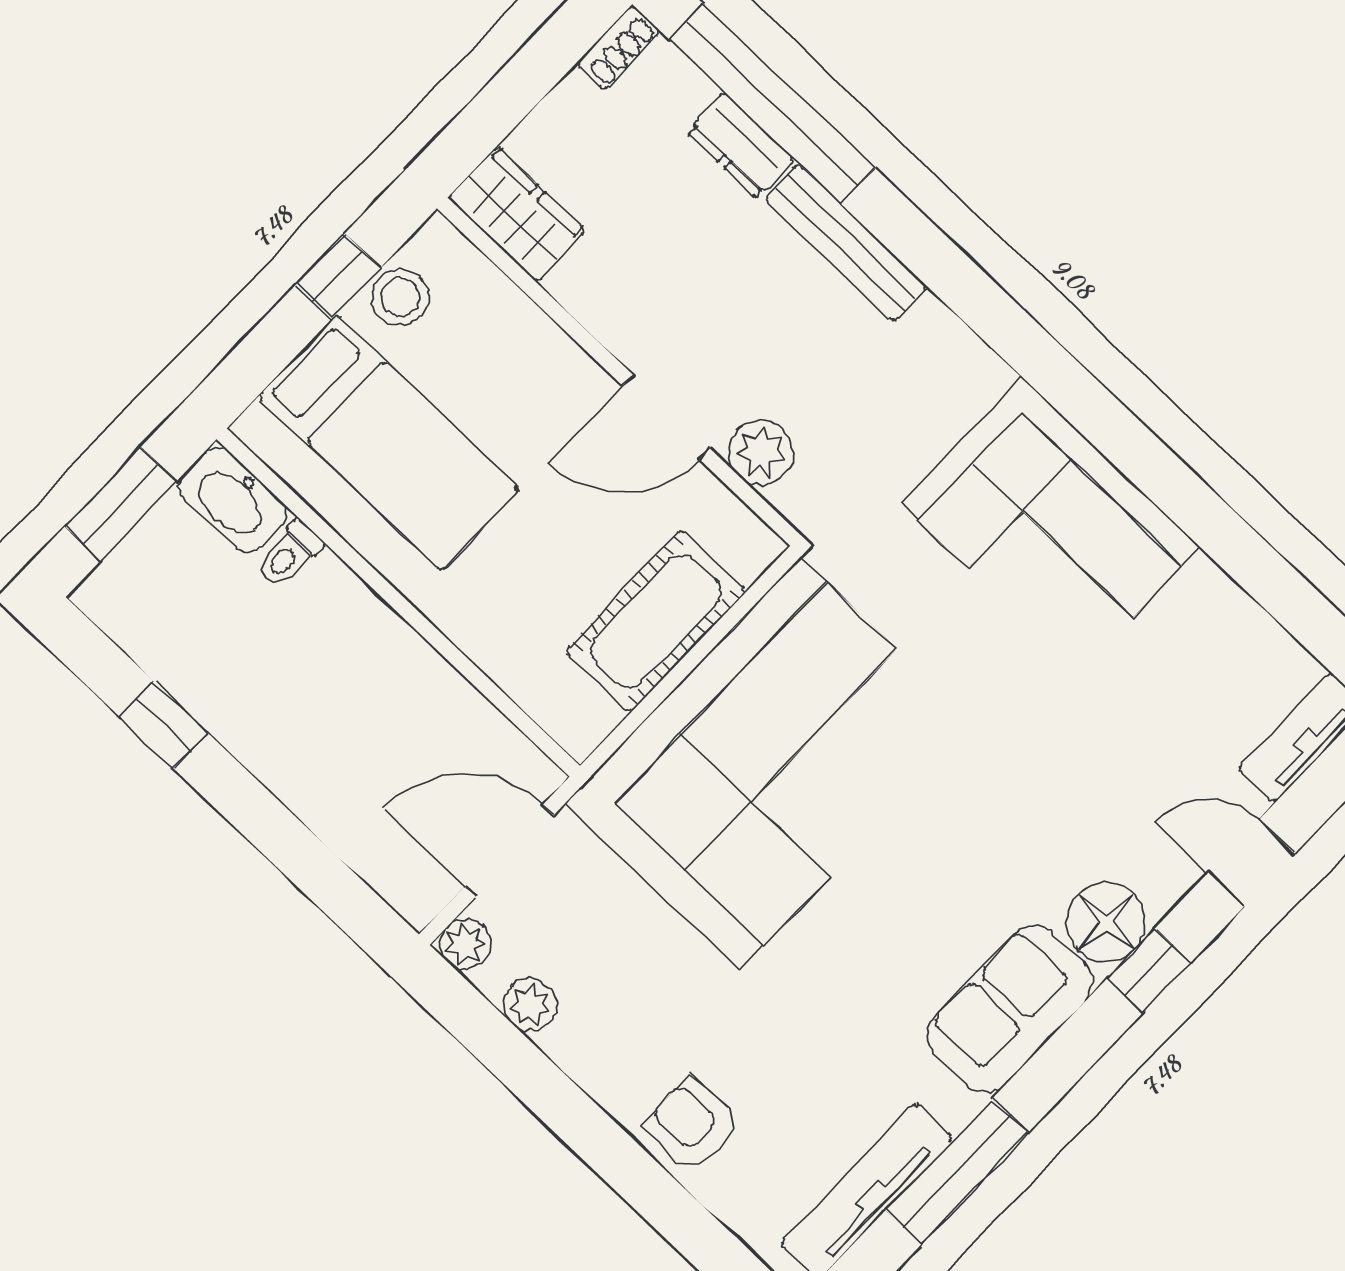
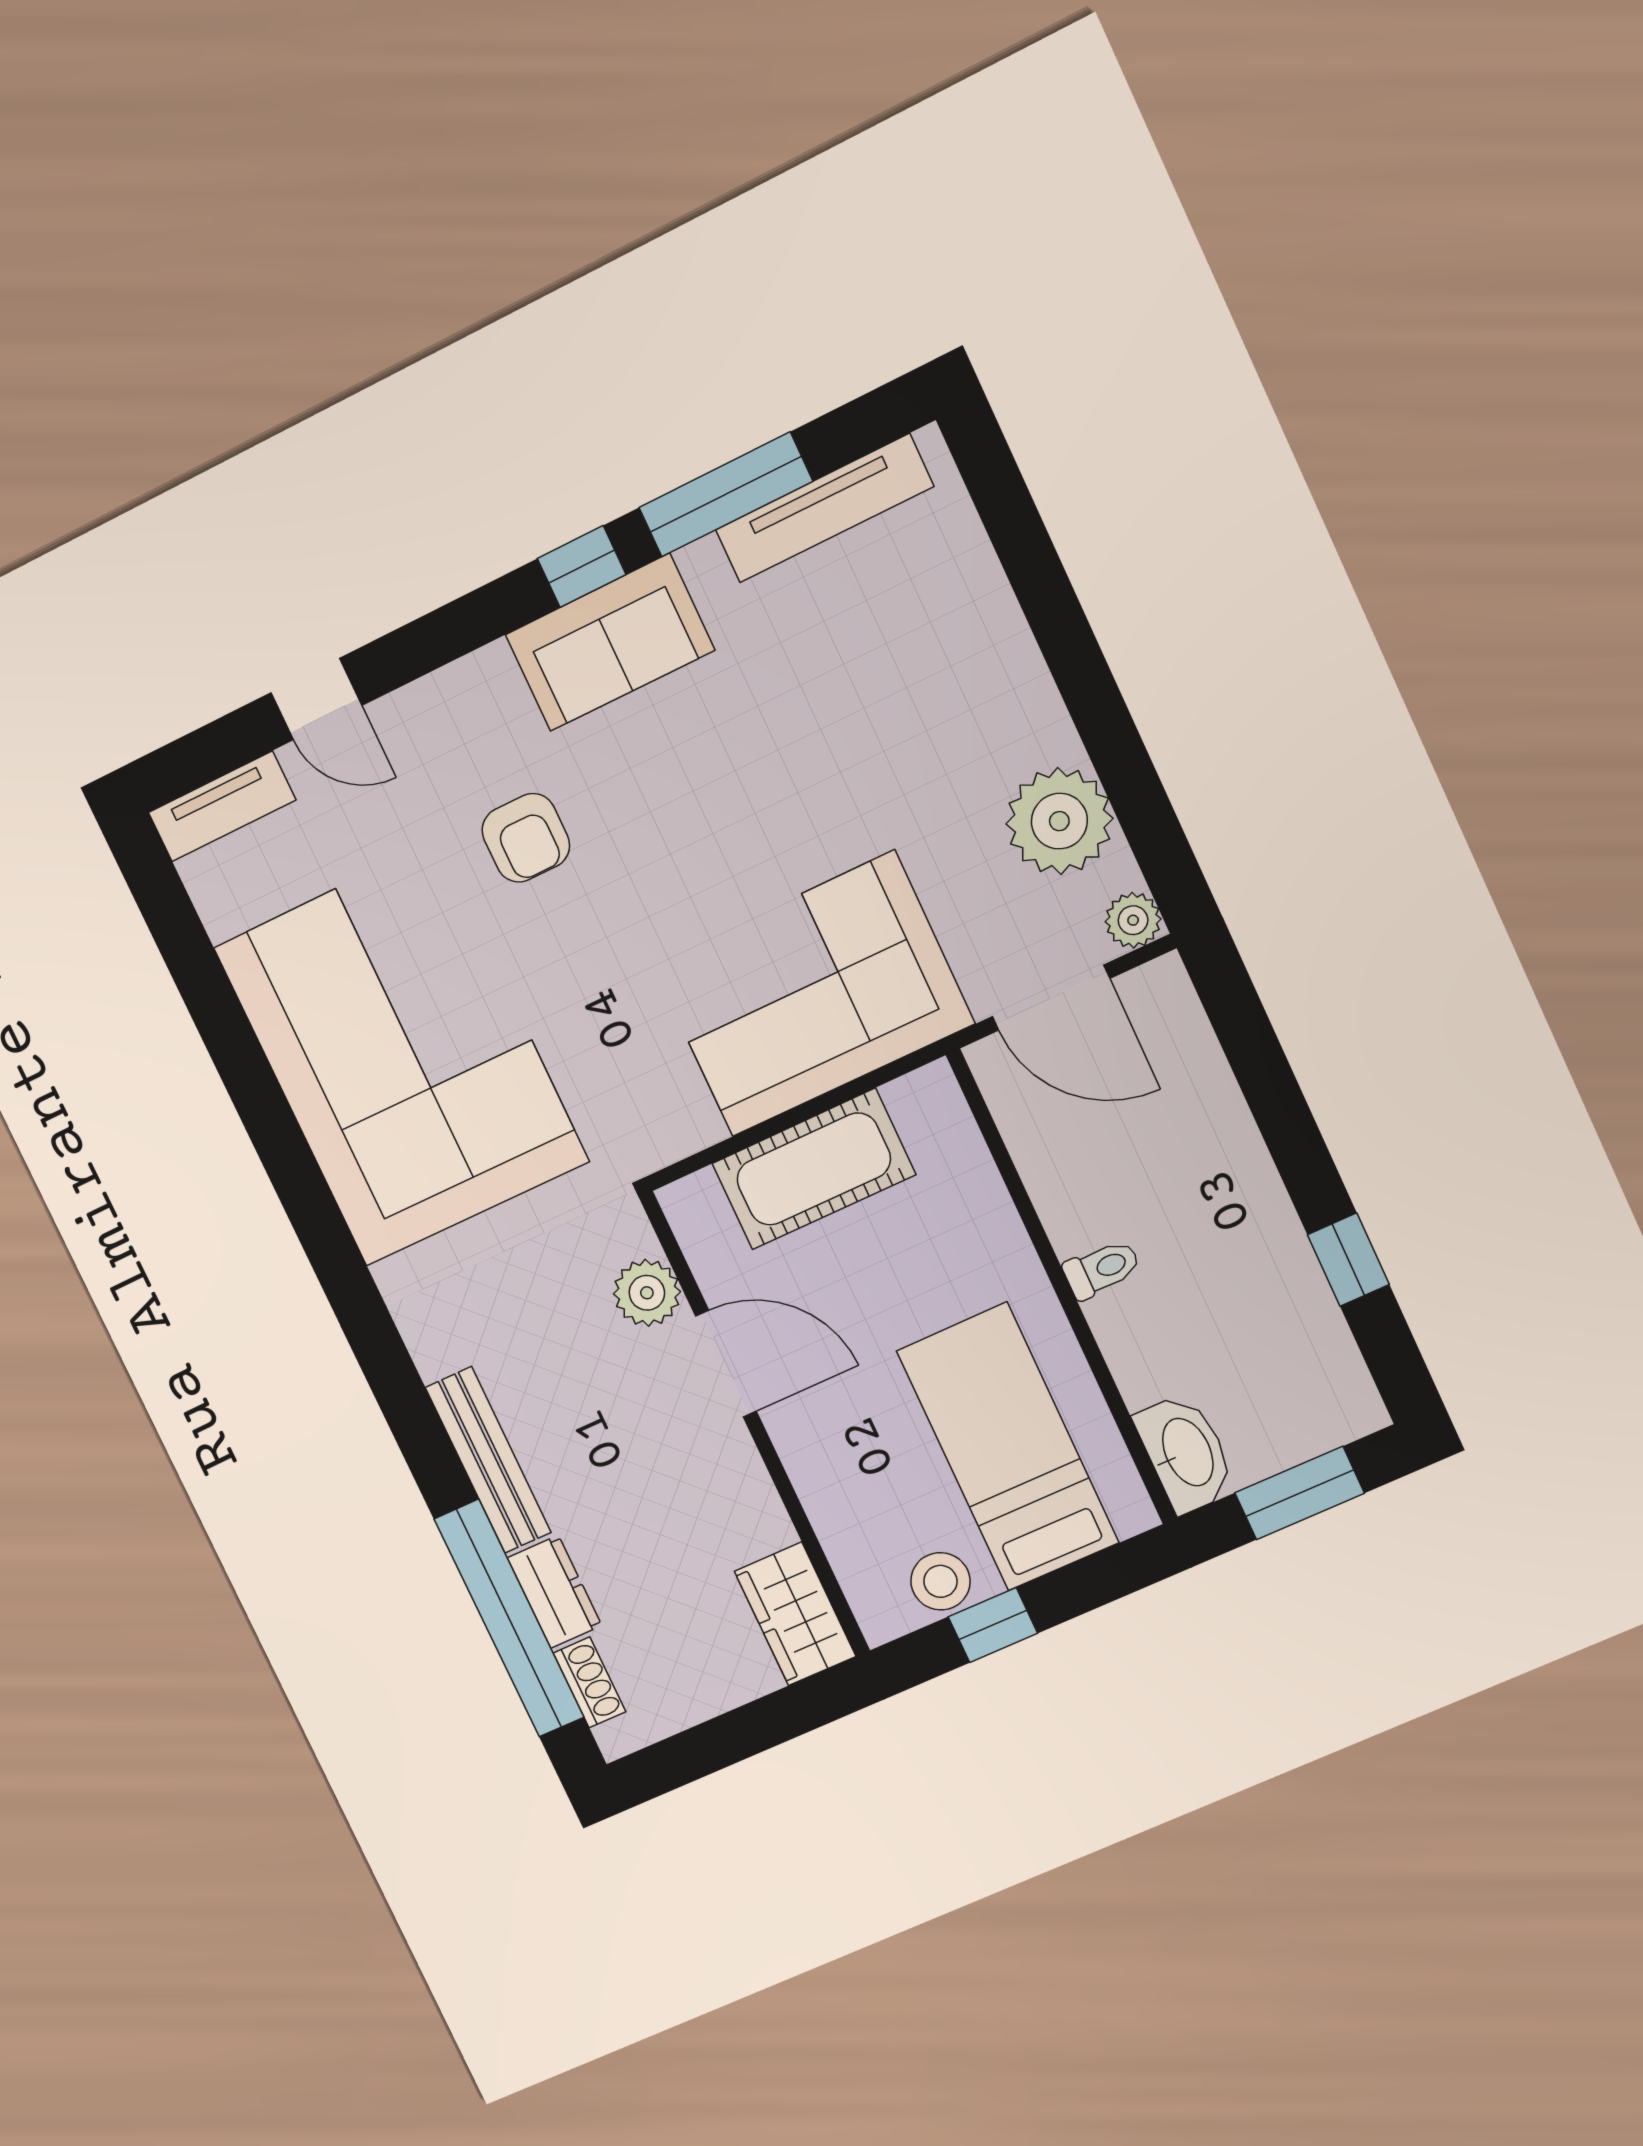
shoe rack: (618, 47) -> (589, 1682), moved, turned 90
corner sofa: (1050, 525) -> (401, 1055), width x1.36, depth x1.36
toilet: (289, 555) -> (1102, 1269), moved
corner sofa: (770, 764) -> (813, 994), width x0.73, depth x0.74
floor lamp: (1106, 923) -> (481, 694), removed
window: (1149, 970) -> (582, 566), moved
plant: (530, 1005) -> (1059, 821), width x1.88, depth x1.88
armchair: (692, 1125) -> (526, 838), moved

